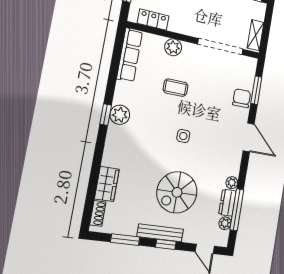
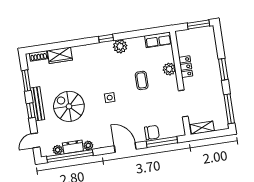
locker: (153, 20) -> (186, 67), moved
doorway: (220, 47) -> (183, 104), width x0.73
row of seats: (130, 55) -> (158, 40), width x0.68
window: (256, 90) -> (162, 142), width x1.44
plant: (120, 115) -> (120, 46), moved
door: (249, 137) -> (125, 148), swing flipped
window: (237, 210) -> (70, 156), width x1.46

